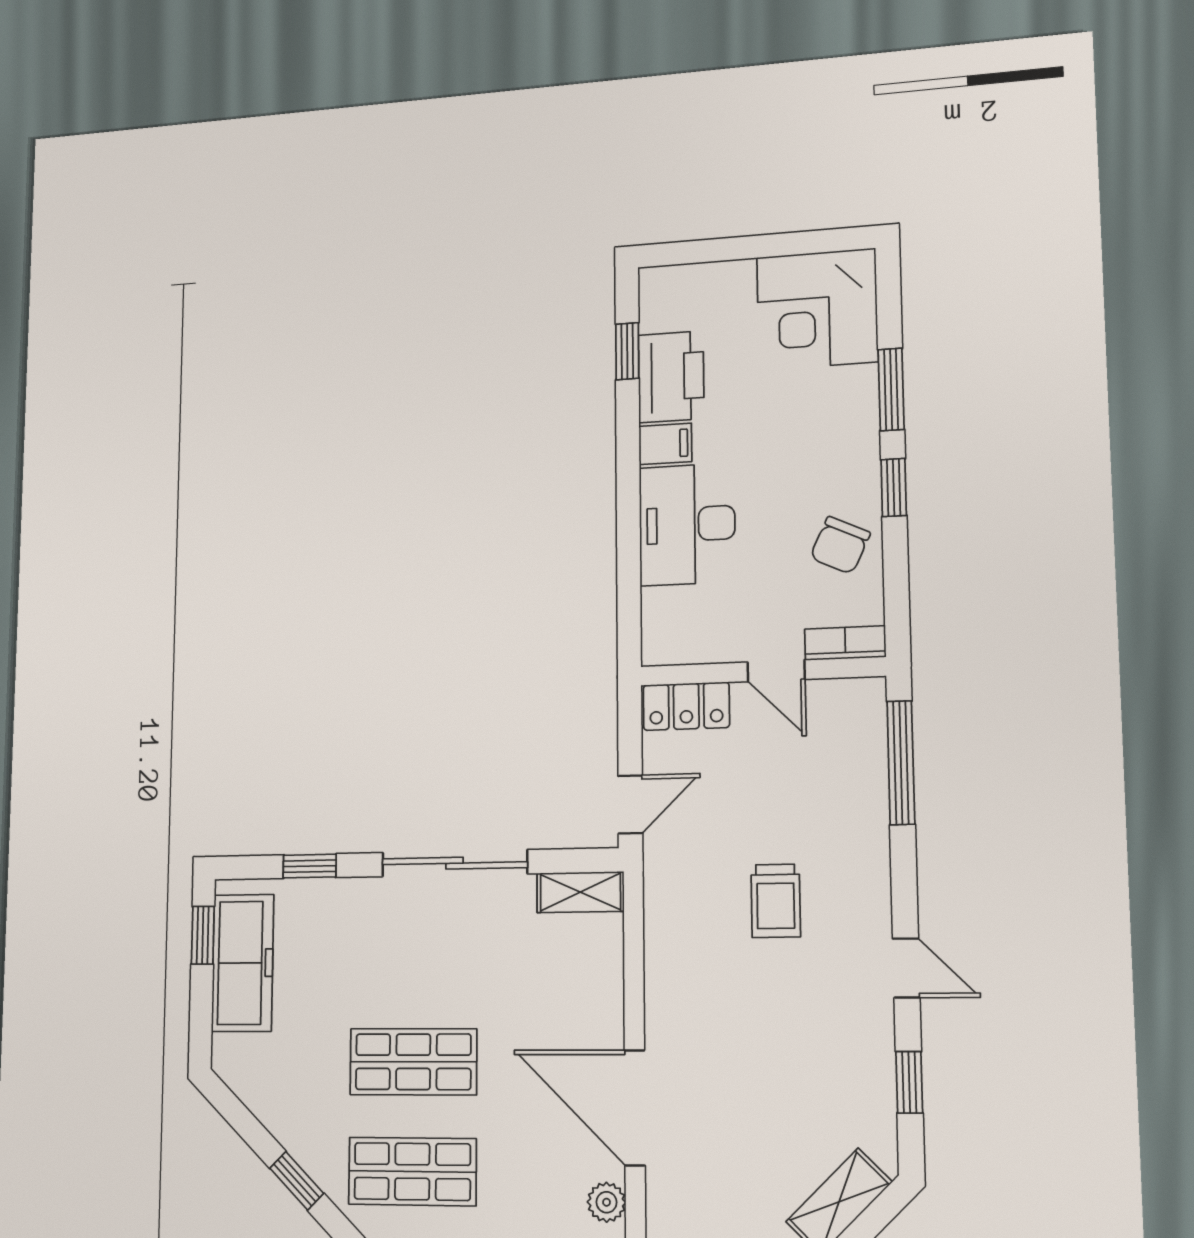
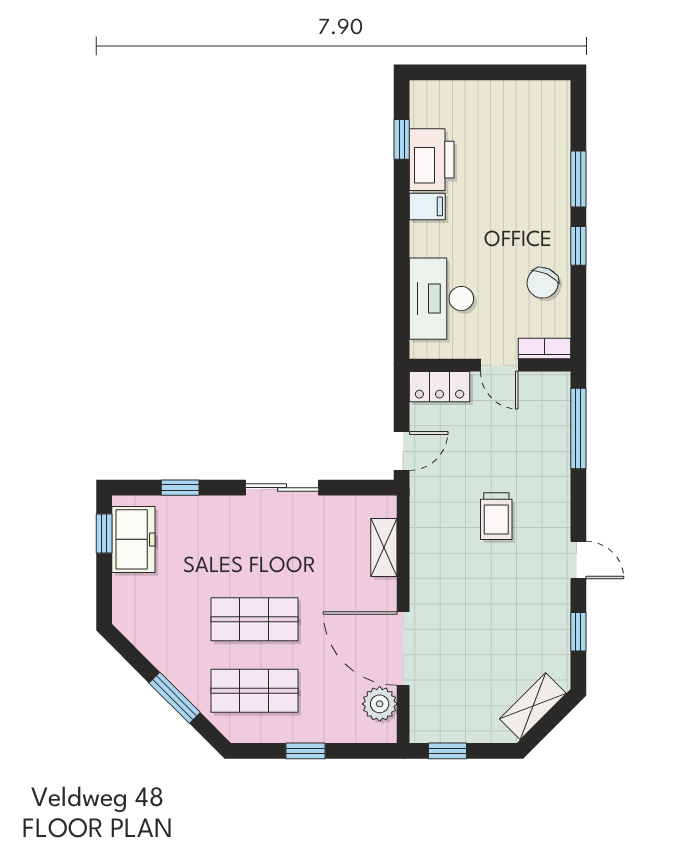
corner desk: (817, 309) -> (531, 120), removed
desk: (687, 524) -> (441, 299), moved
sliding door: (455, 863) -> (282, 488), width x0.73
shelving: (580, 892) -> (384, 547), moved, turned 90
freezer: (243, 963) -> (133, 539), width x0.71
window: (297, 1181) -> (175, 698), width x1.50
plant: (607, 1202) -> (380, 704), width x1.38, depth x1.38

